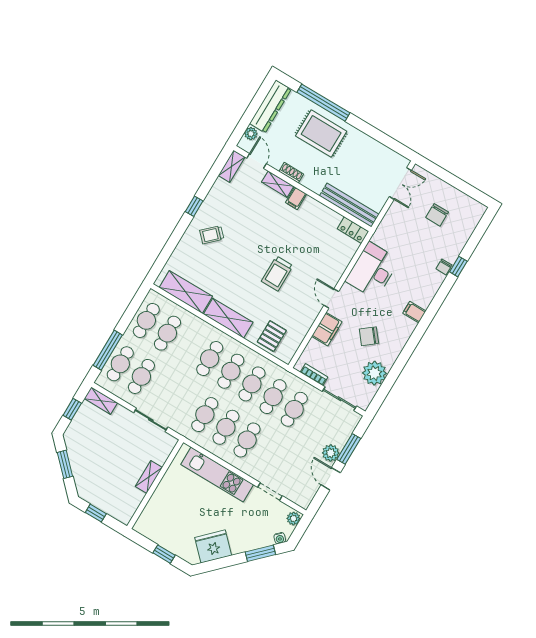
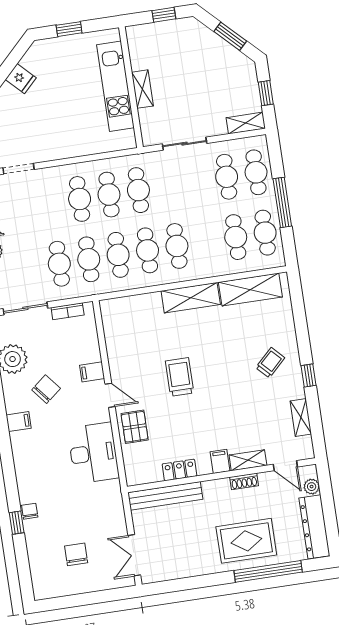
shelving: (232, 166) -> (301, 418), moved
locker: (353, 230) -> (179, 470), moved
filing cabinet: (414, 312) -> (19, 422), moved
filing cabinet: (327, 329) -> (92, 372), width x0.50
pallet: (272, 336) -> (135, 427), moved
window: (108, 350) -> (282, 202), moved
kitchen unit: (217, 475) -> (115, 86), moved, turned -90
fridge: (213, 546) -> (21, 79), width x0.53, depth x0.75

